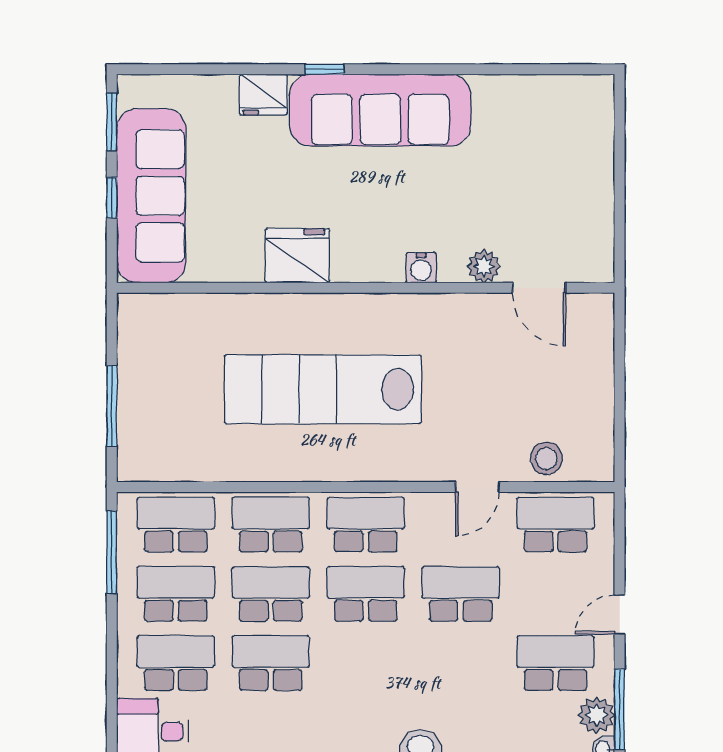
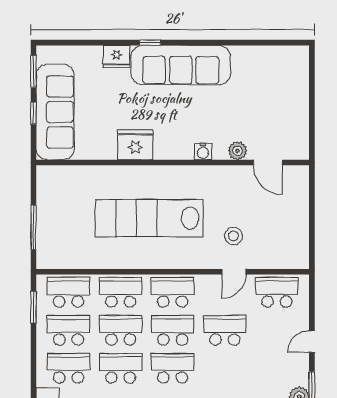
stool: (546, 458) -> (233, 236), moved
window: (112, 552) -> (33, 307), width x0.69
school desk: (555, 663) -> (173, 368), moved

